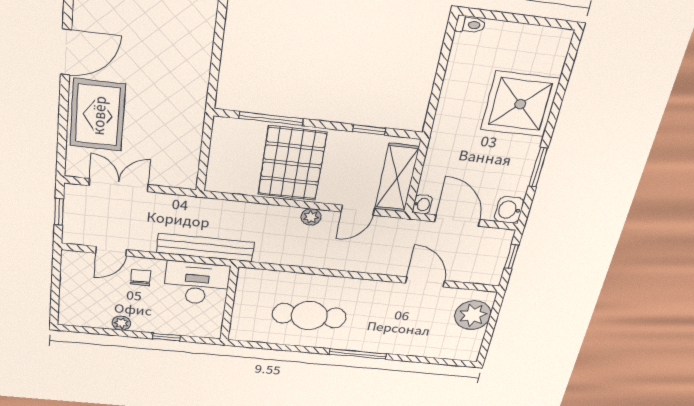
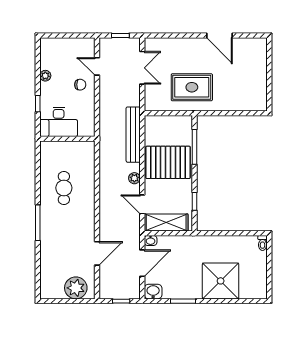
rug: (98, 115) -> (192, 87), moved
bench: (205, 248) -> (133, 135), moved
desk: (197, 283) -> (59, 122), moved, turned 90
cafe table: (309, 316) -> (64, 188), width x0.73, depth x0.74

